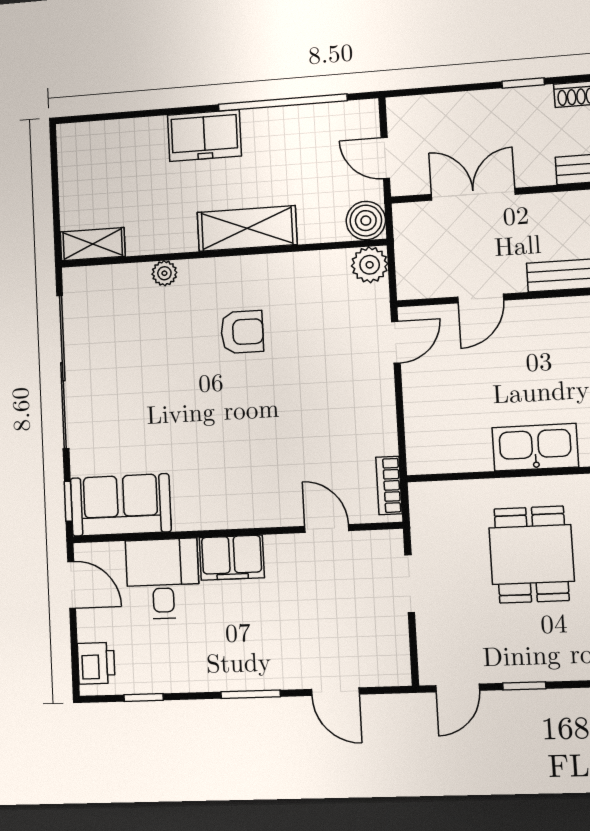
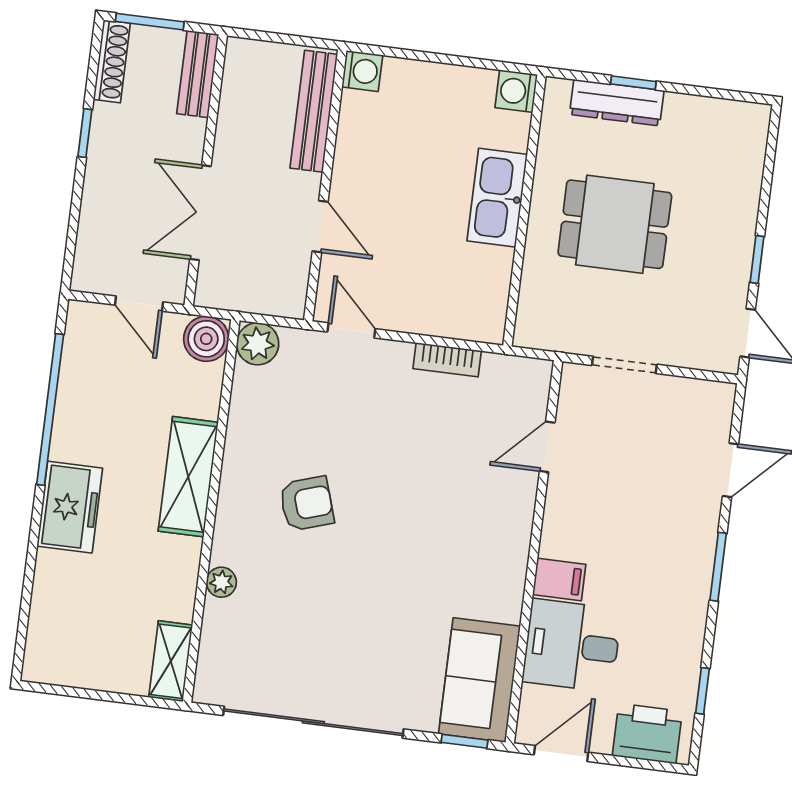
door: (385, 158) -> (139, 304), hinge flipped
armchair: (242, 332) -> (307, 504), turned 72
bookcase: (389, 486) -> (447, 360), moved
filing cabinet: (232, 558) -> (559, 580), width x0.50
printer: (96, 663) -> (647, 734), width x1.36, depth x1.24

